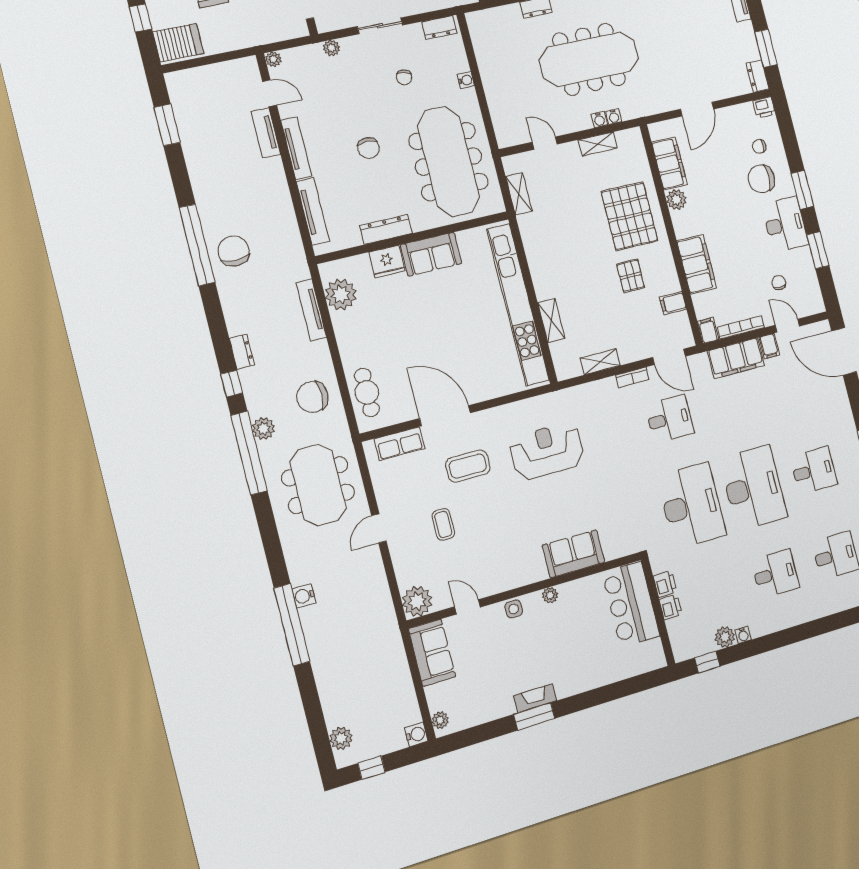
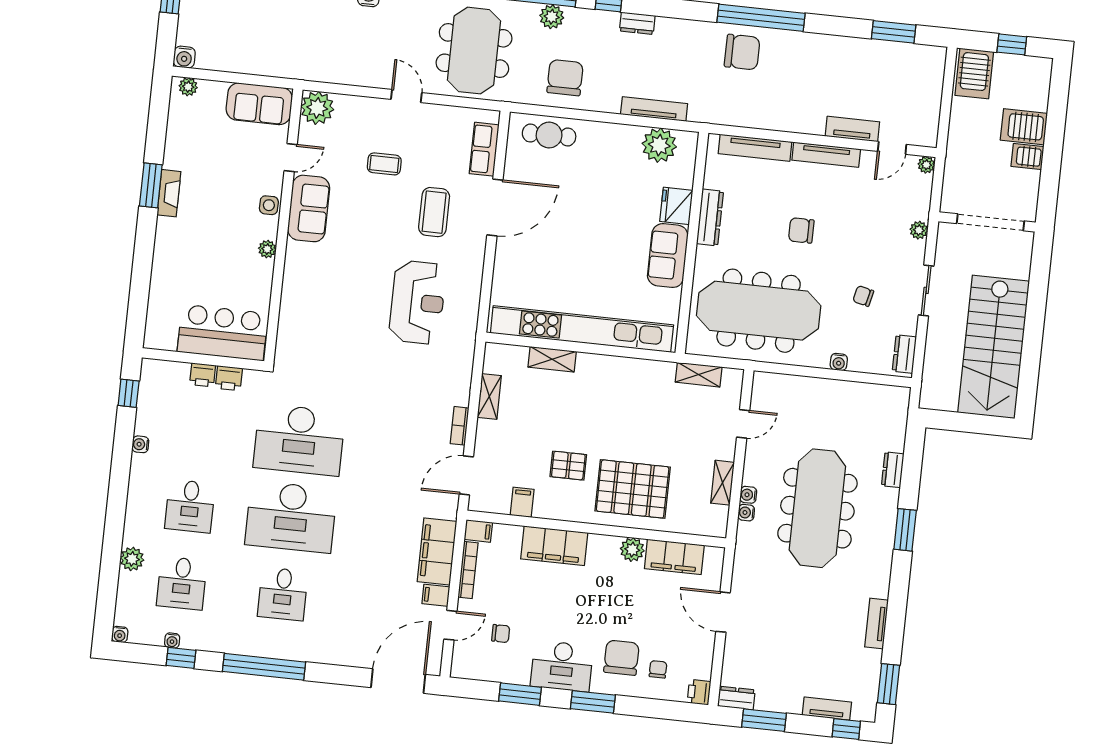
desk: (670, 419) -> (400, 451), removed
meeting table: (318, 485) -> (474, 51), turned 90
sofa: (573, 554) -> (309, 208), moved
plant: (725, 637) -> (132, 559), moved

